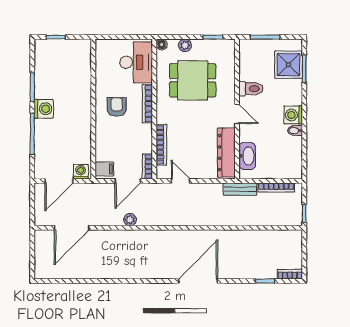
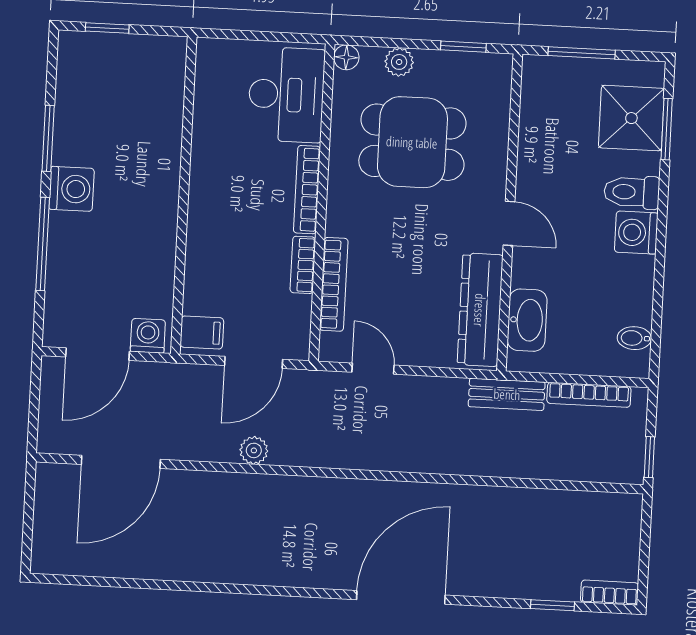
toilet: (251, 89) -> (632, 192), moved, turned 180
armchair: (117, 107) -> (237, 193), removed
bidet: (295, 130) -> (634, 338), moved
bookcase: (147, 166) -> (303, 265), moved

